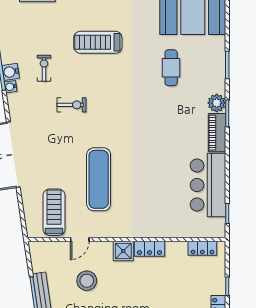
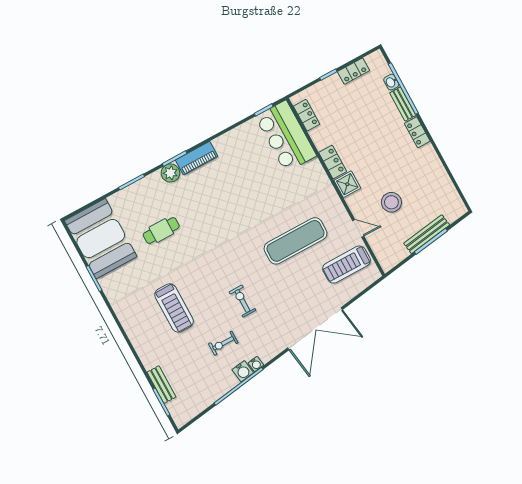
bar counter: (208, 185) -> (286, 136), moved, turned 90

